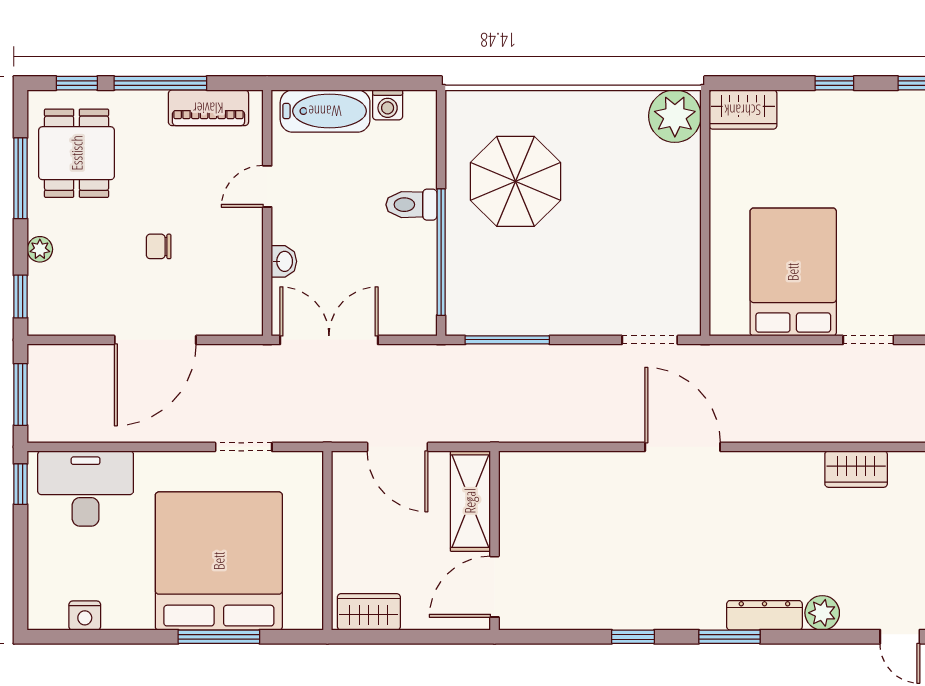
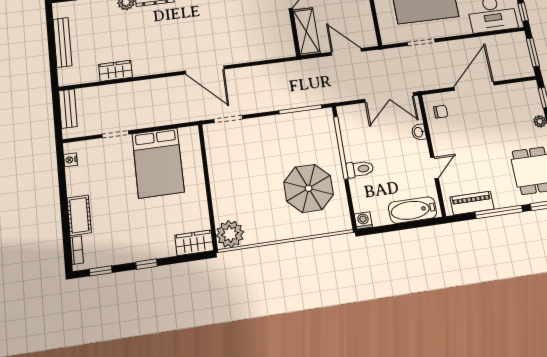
washing machine: (388, 105) -> (363, 220), moved
chair: (159, 246) -> (441, 112), moved

